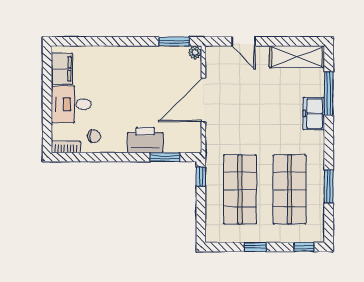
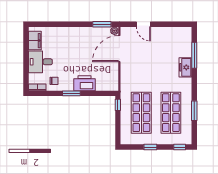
shelving: (297, 57) -> (175, 33), removed
door: (203, 100) -> (119, 49), moved
window: (165, 157) -> (71, 93), moved

